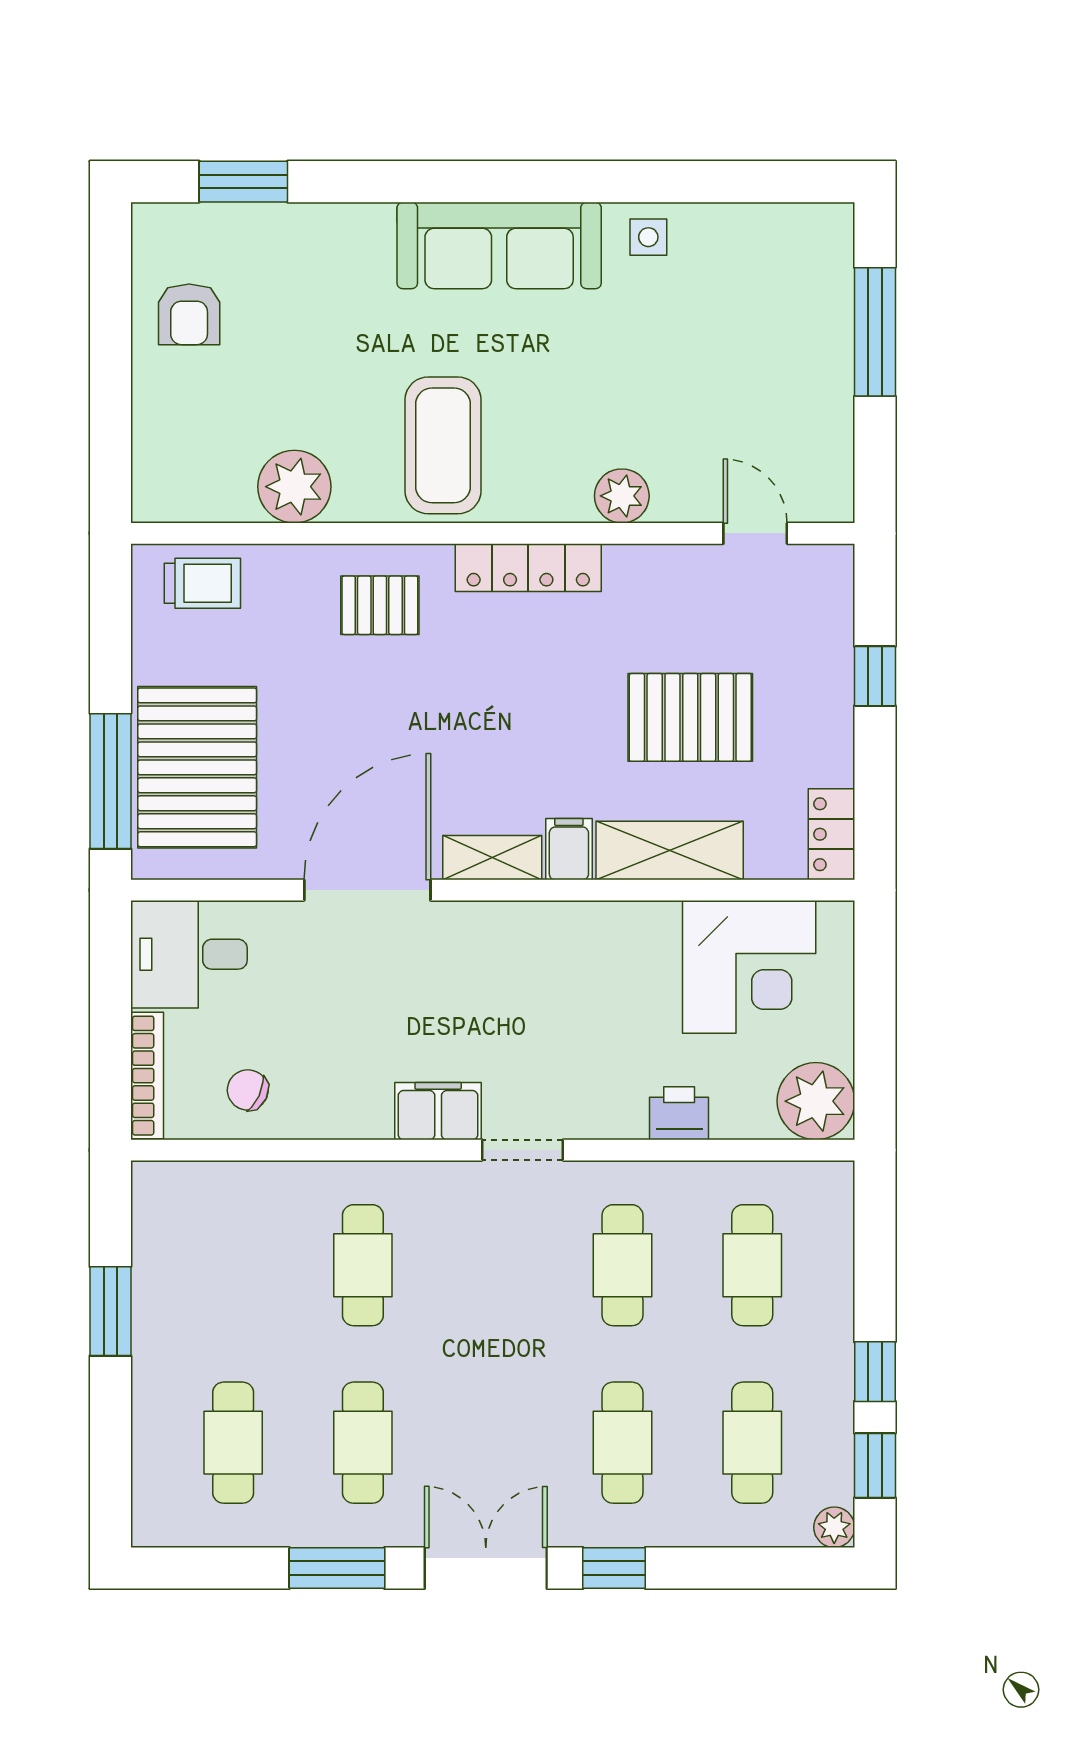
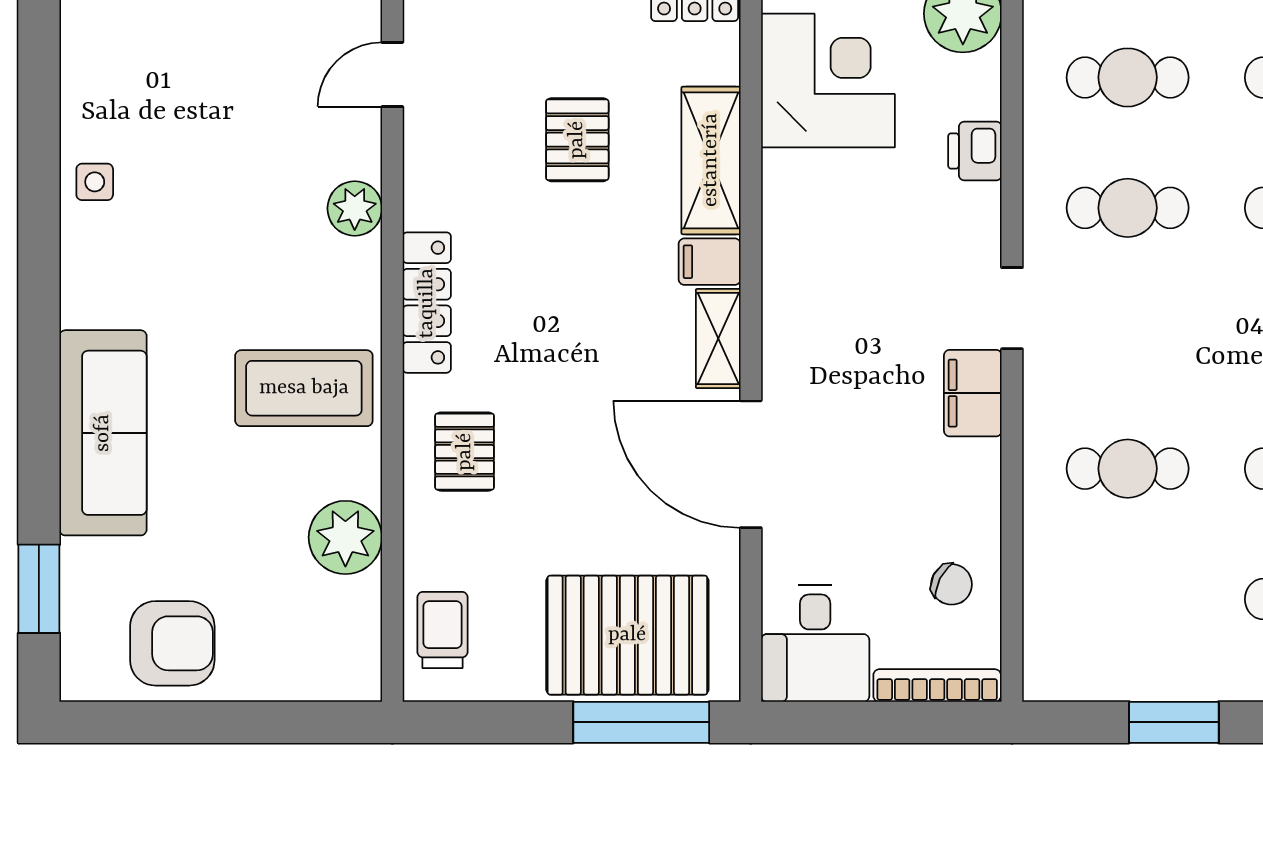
sofa: (499, 245) -> (103, 433), moved
armchair: (189, 314) -> (172, 643), width x1.38, depth x1.38
pallet: (690, 717) -> (577, 140), width x0.67, depth x0.71
chair: (248, 1090) -> (952, 584), turned -88

